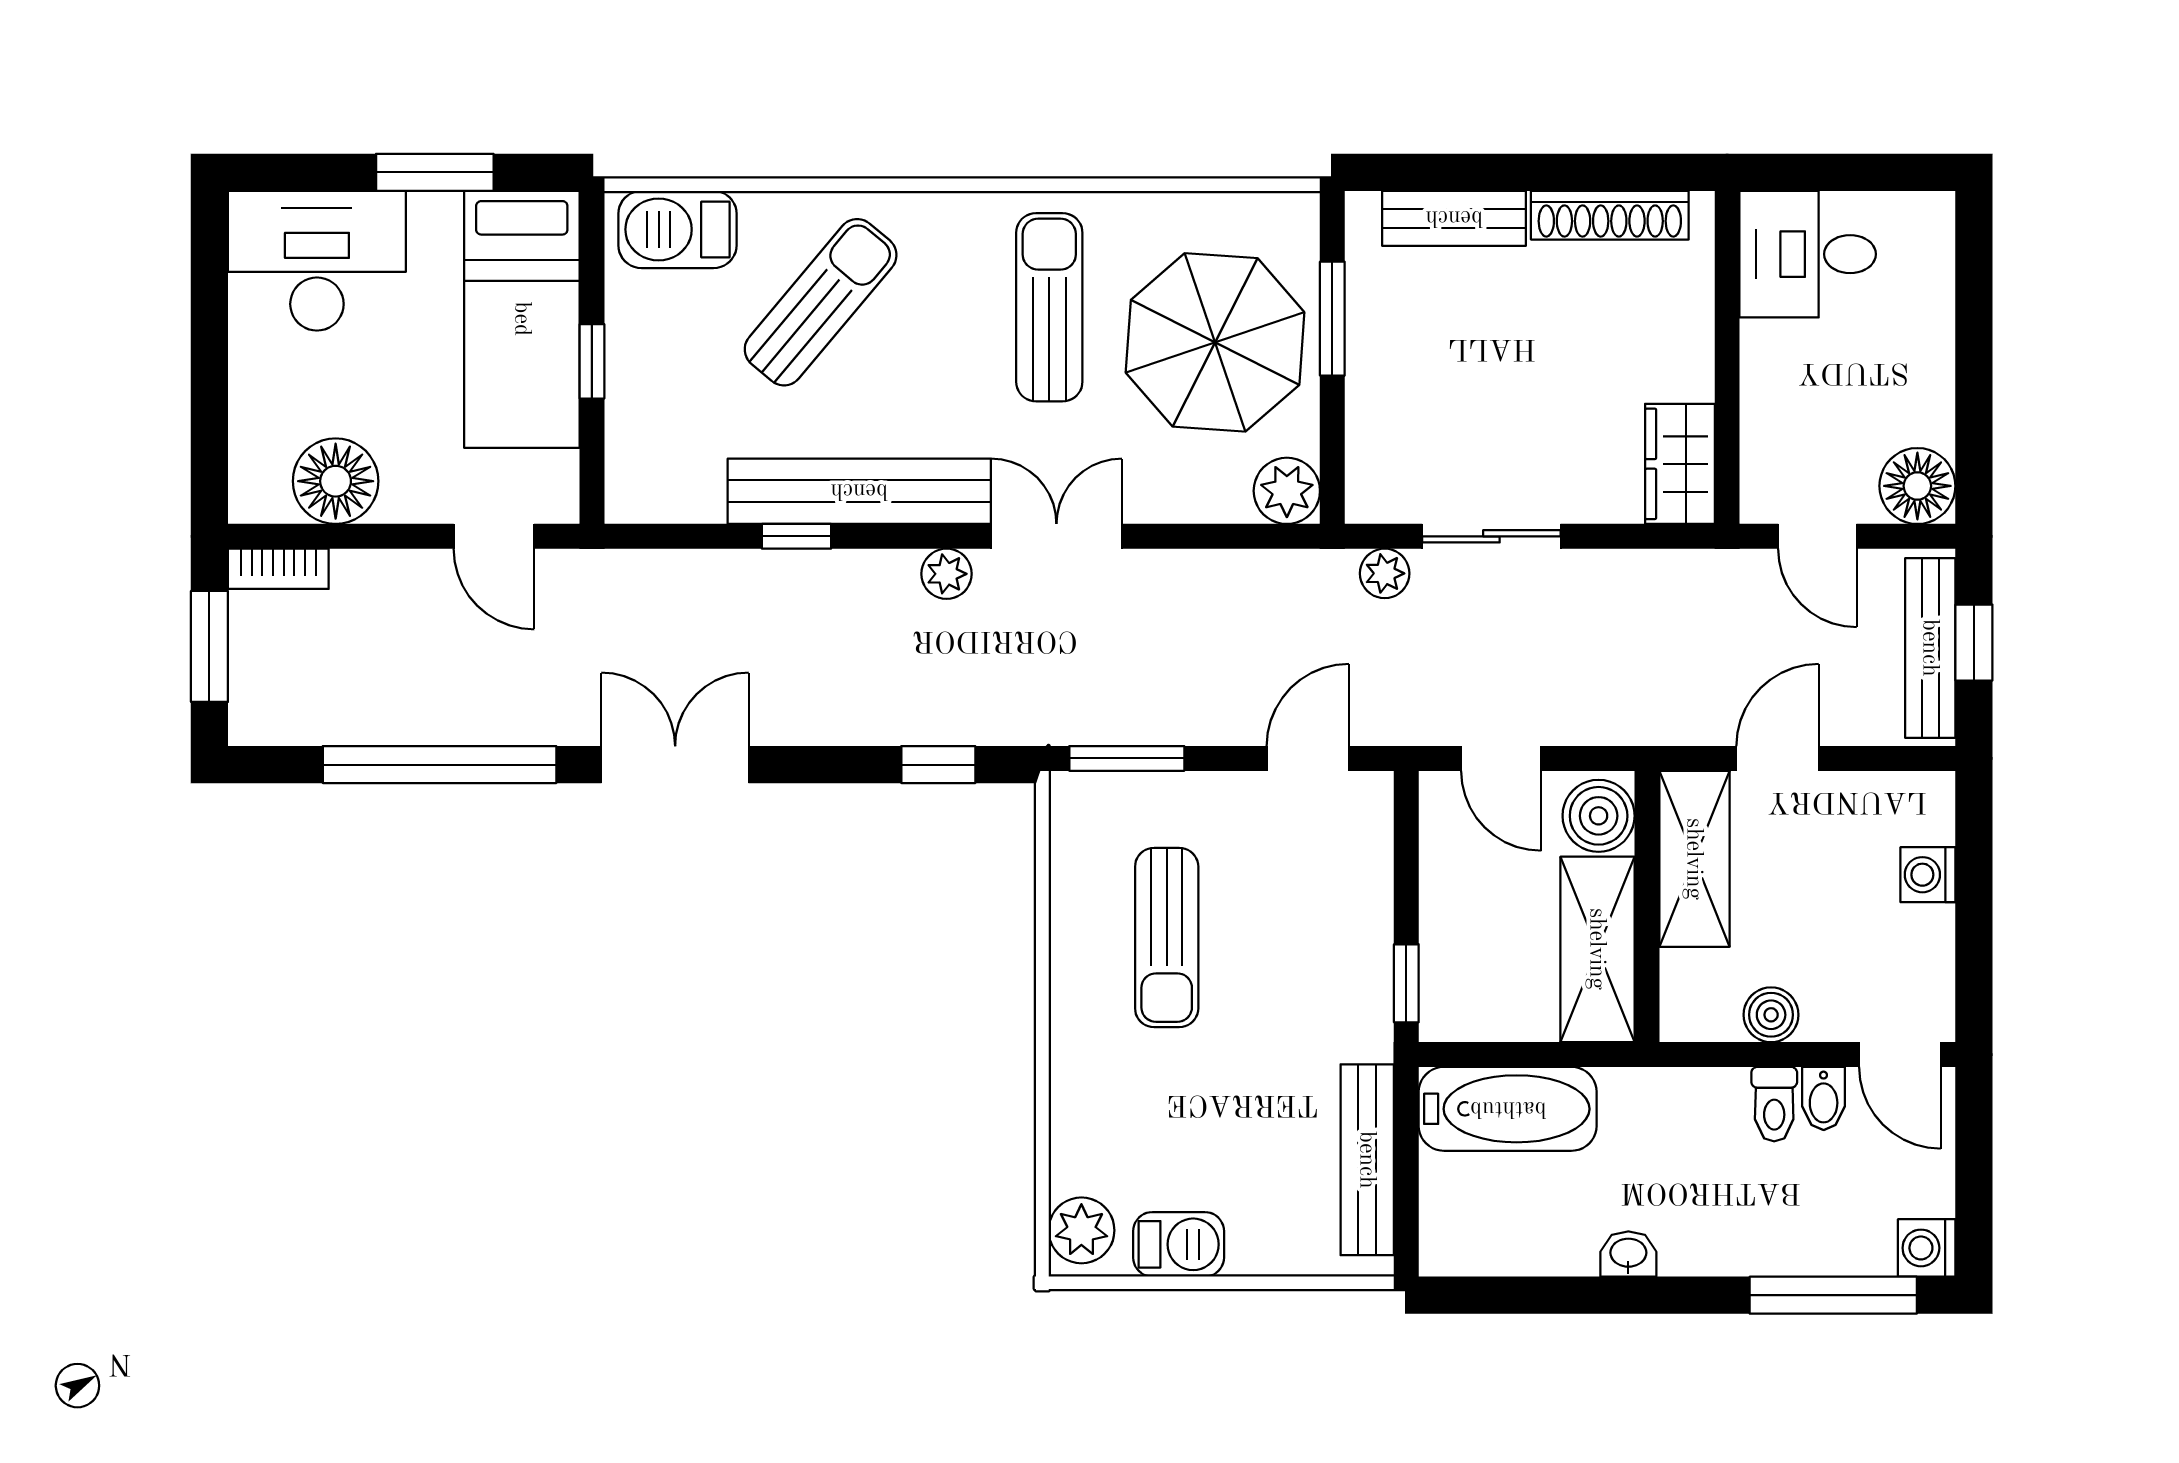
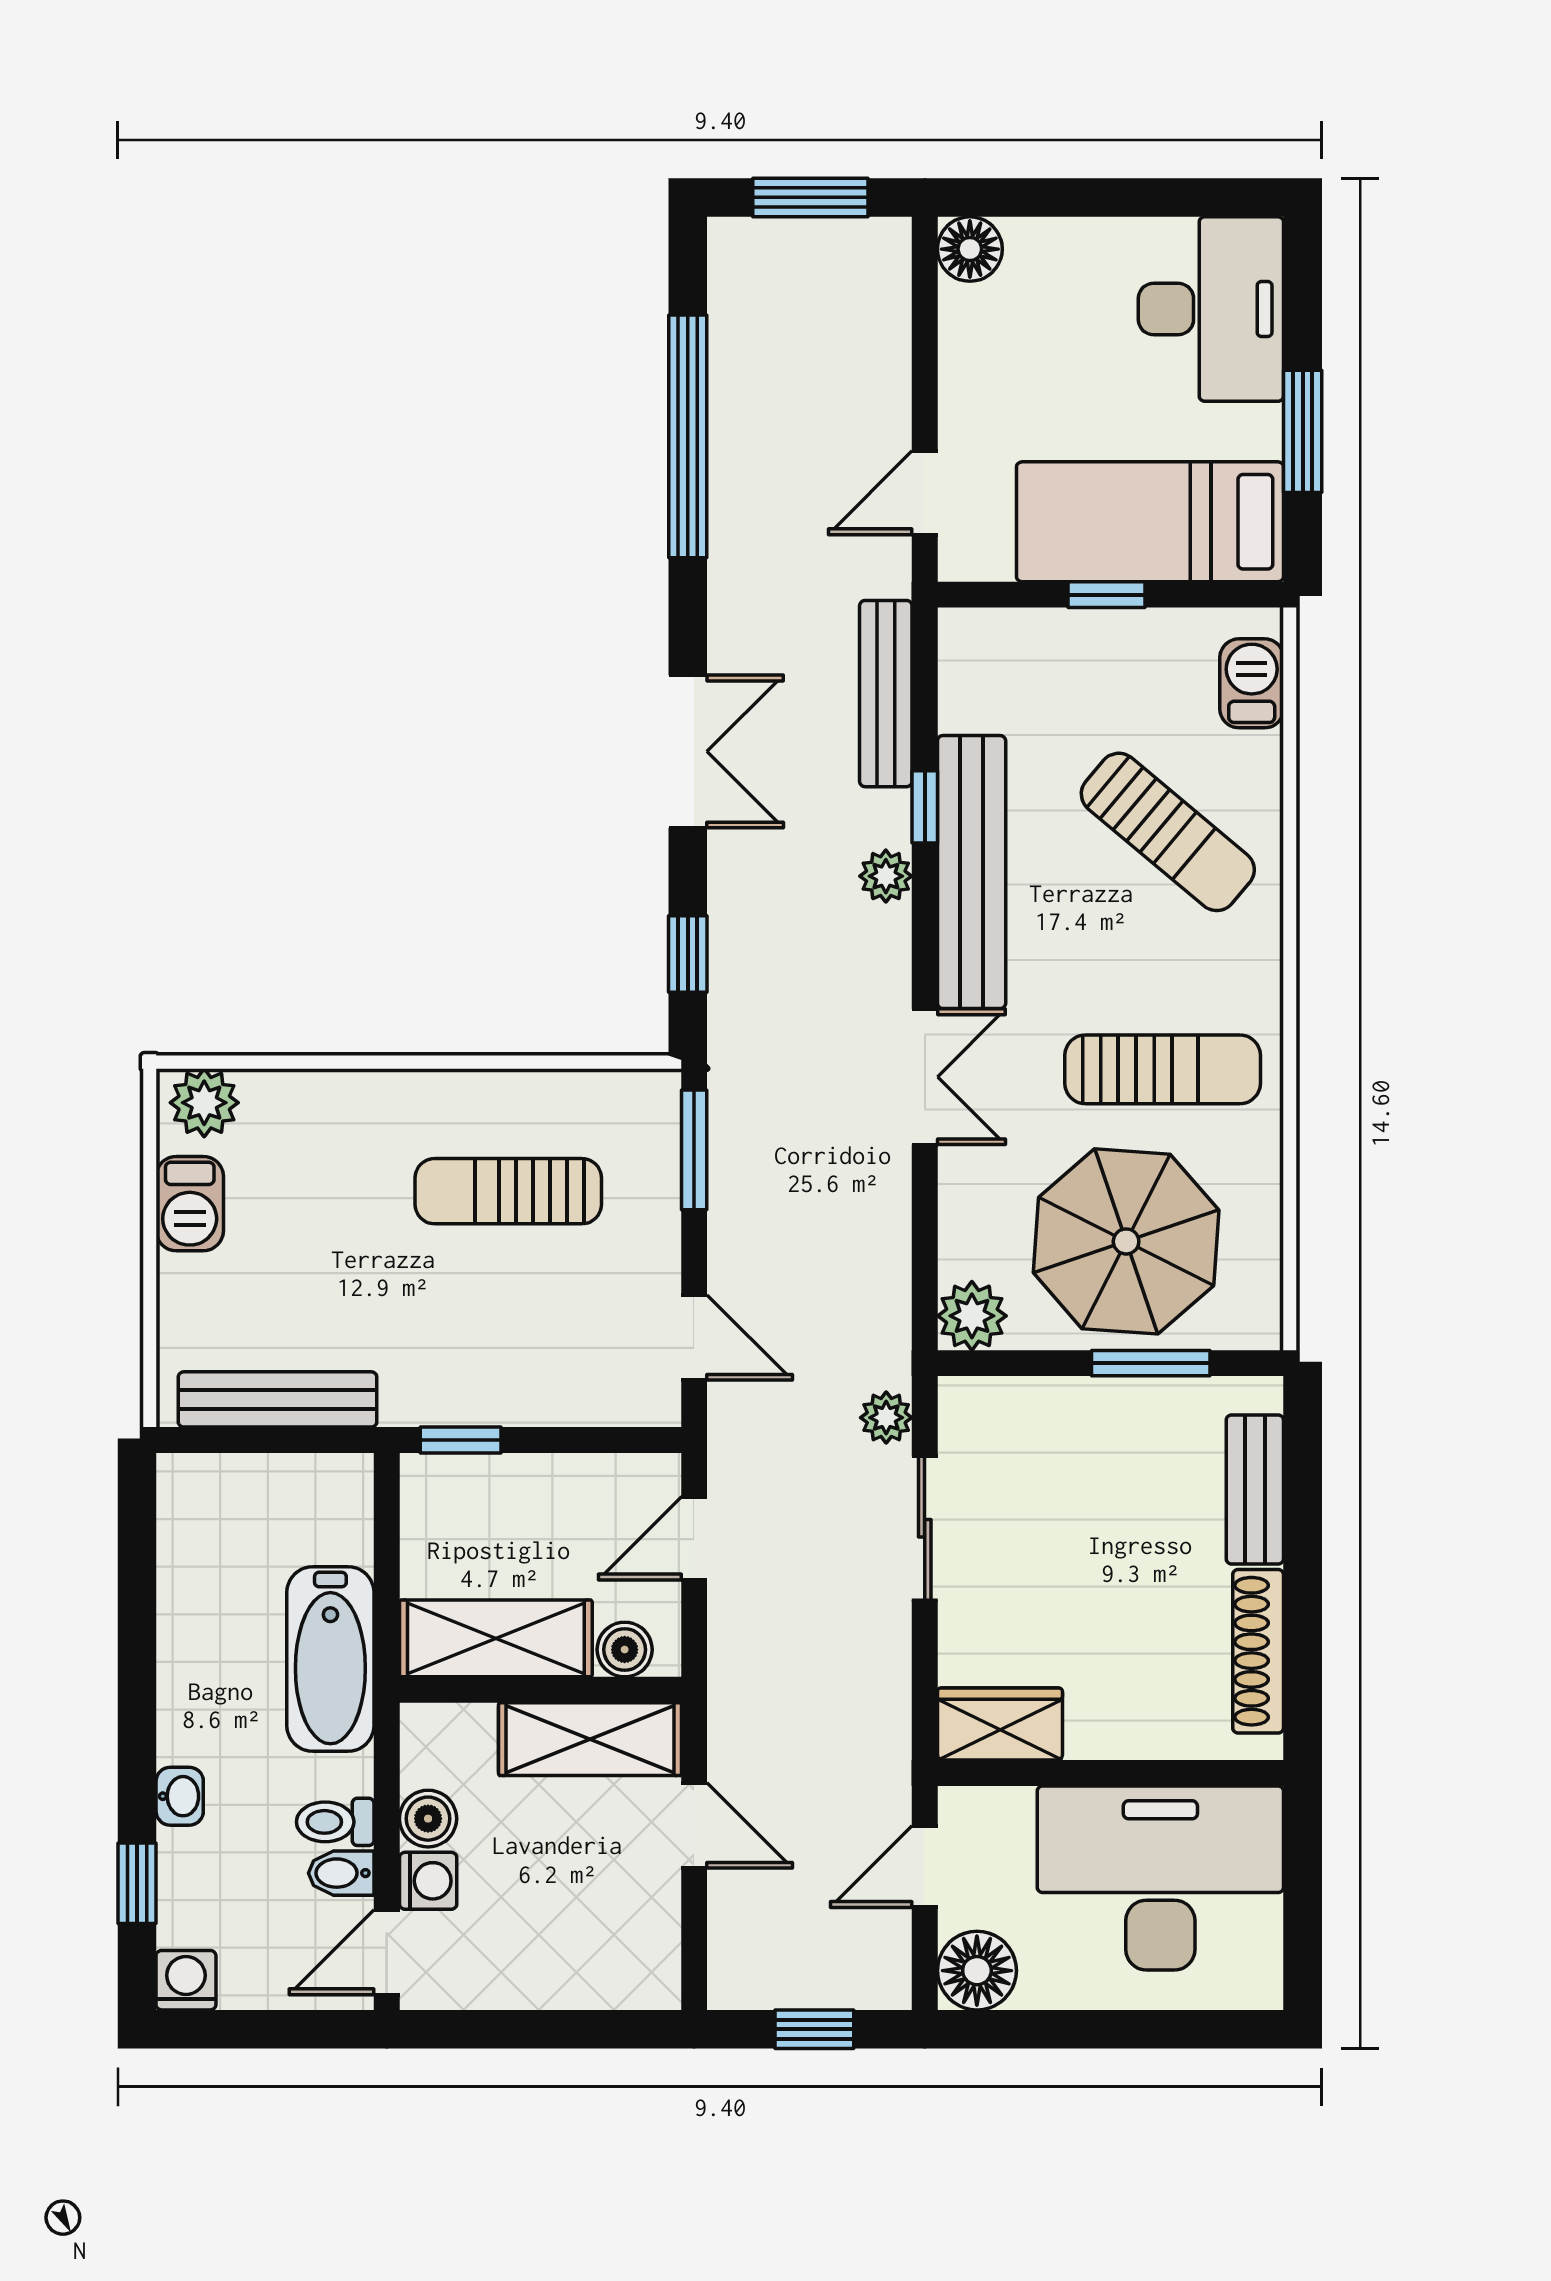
barbecue: (677, 229) -> (1252, 683), width x0.73, depth x0.79
desk: (1808, 254) -> (1160, 1878), width x1.87, depth x1.30
floor lamp: (336, 481) -> (970, 249), moved, width x0.73, depth x0.73
bookcase: (278, 569) -> (891, 269), removed
plant: (947, 574) -> (886, 876), moved
bench: (1930, 648) -> (886, 694), moved, turned 90
double door: (675, 765) -> (688, 751), moved
boiler: (1599, 816) -> (625, 1650), width x0.73, depth x0.73
washing machine: (1928, 875) -> (428, 1881), moved, turned 90
bathtub: (1508, 1109) -> (330, 1659), moved
washbasin: (1628, 1254) -> (180, 1796), moved
window: (1833, 1295) -> (137, 1883), width x0.46

